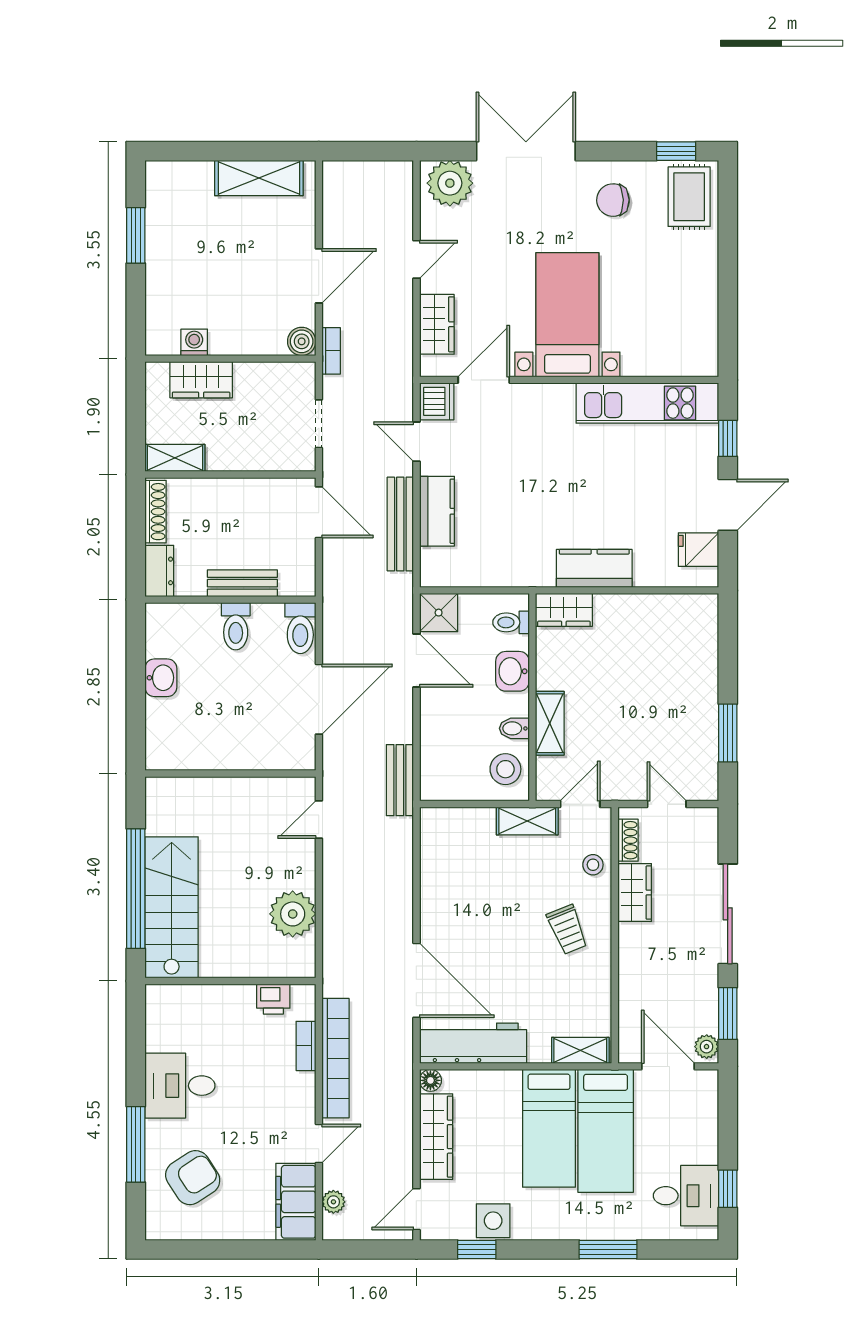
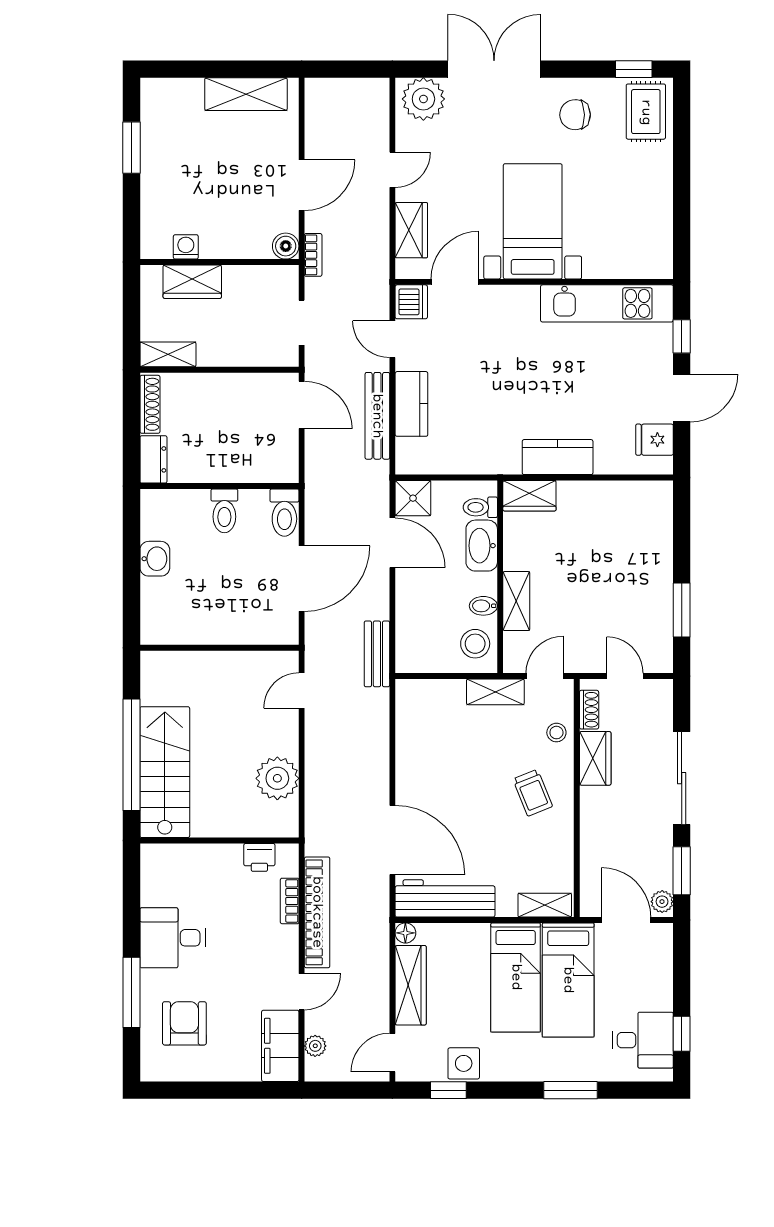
bench: (242, 583) -> (231, 471), removed
washbasin: (512, 671) -> (482, 546), width x1.38
armchair: (193, 1178) -> (184, 1023), turned -57

